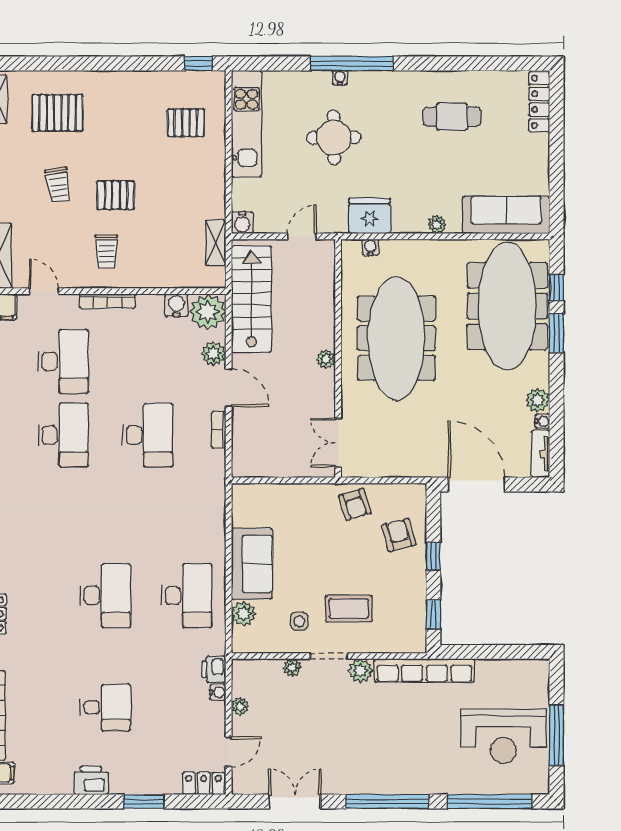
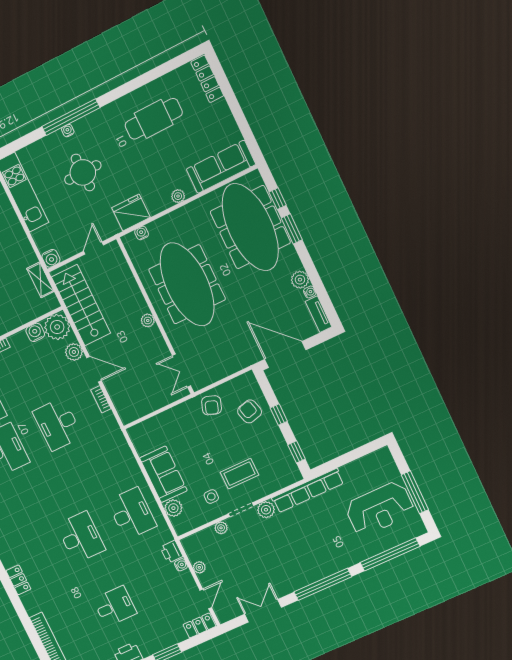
cafe table: (452, 117) -> (154, 119), width x1.37, depth x1.35
desk: (148, 435) -> (58, 424), turned 180
armchair: (355, 504) -> (212, 405), turned 37

